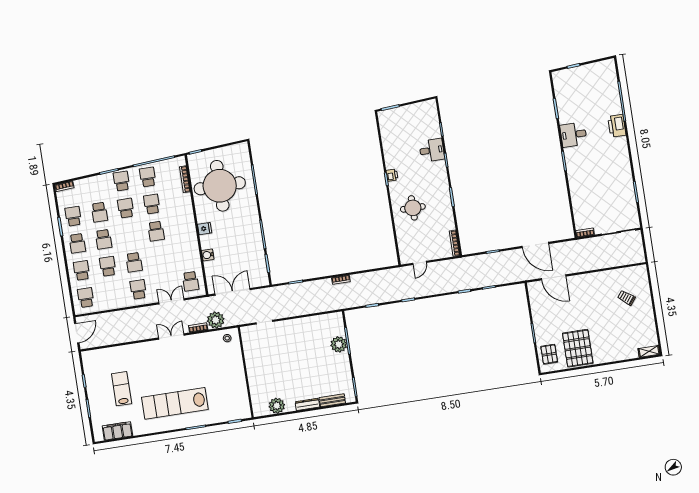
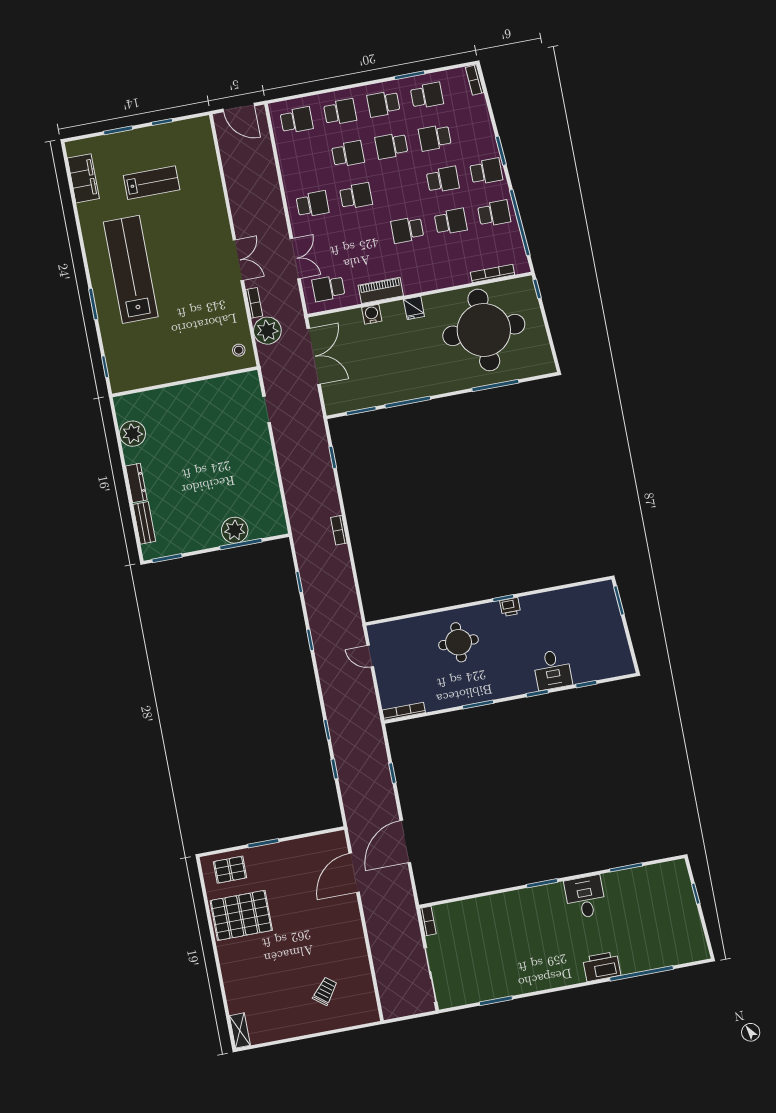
piano: (193, 249) -> (381, 290), added
school desk: (134, 262) -> (356, 196), turned 180

